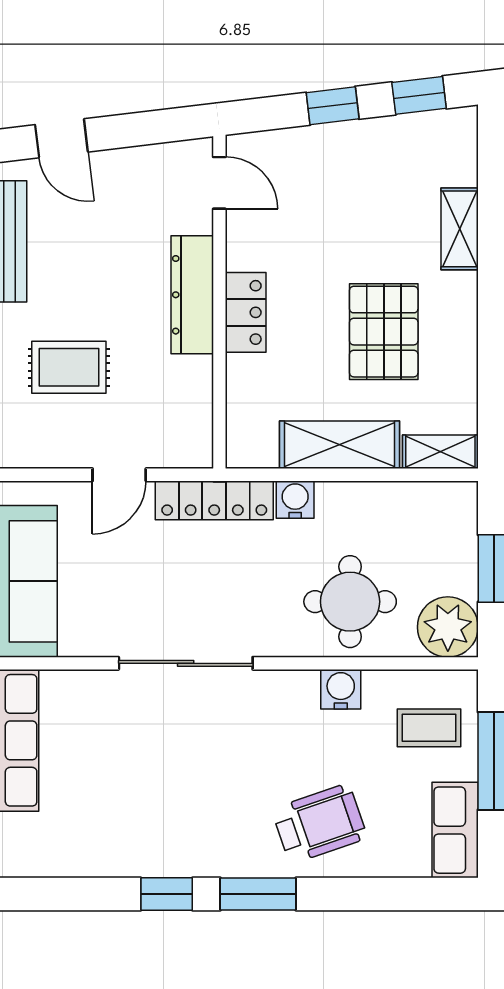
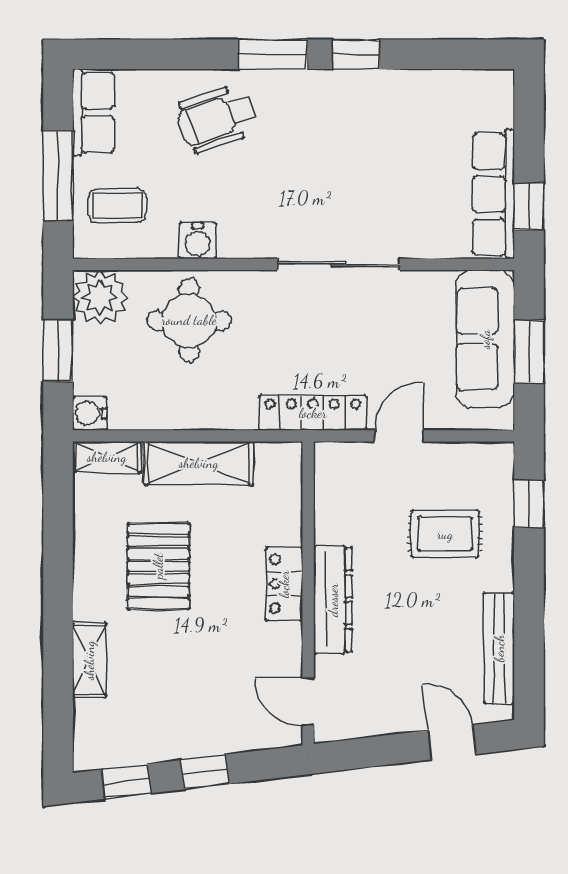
water cooler: (295, 500) -> (90, 413), moved, turned 90

